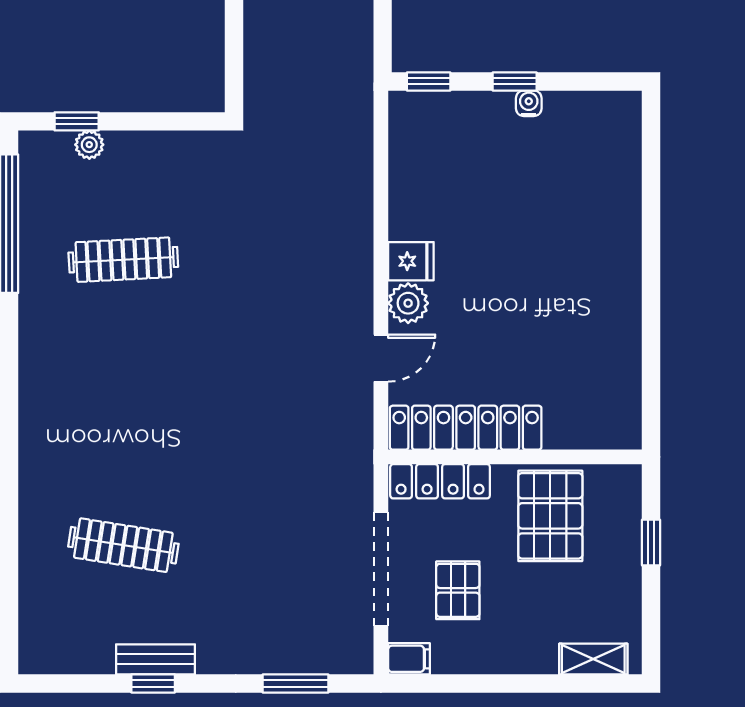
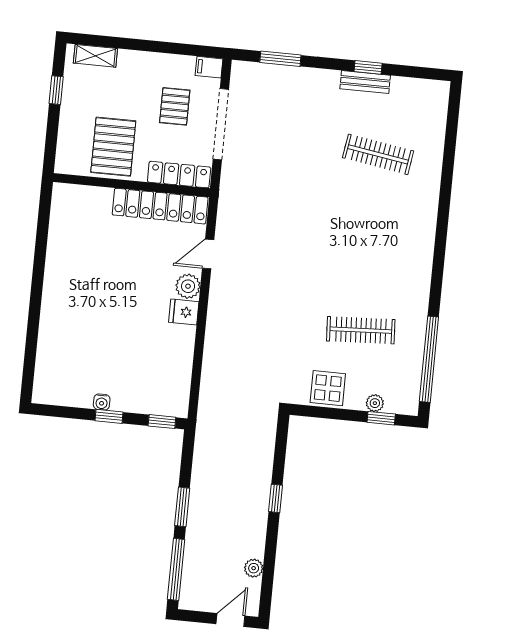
display table: (167, 161) -> (328, 388), added
window: (651, 543) -> (56, 90), moved

